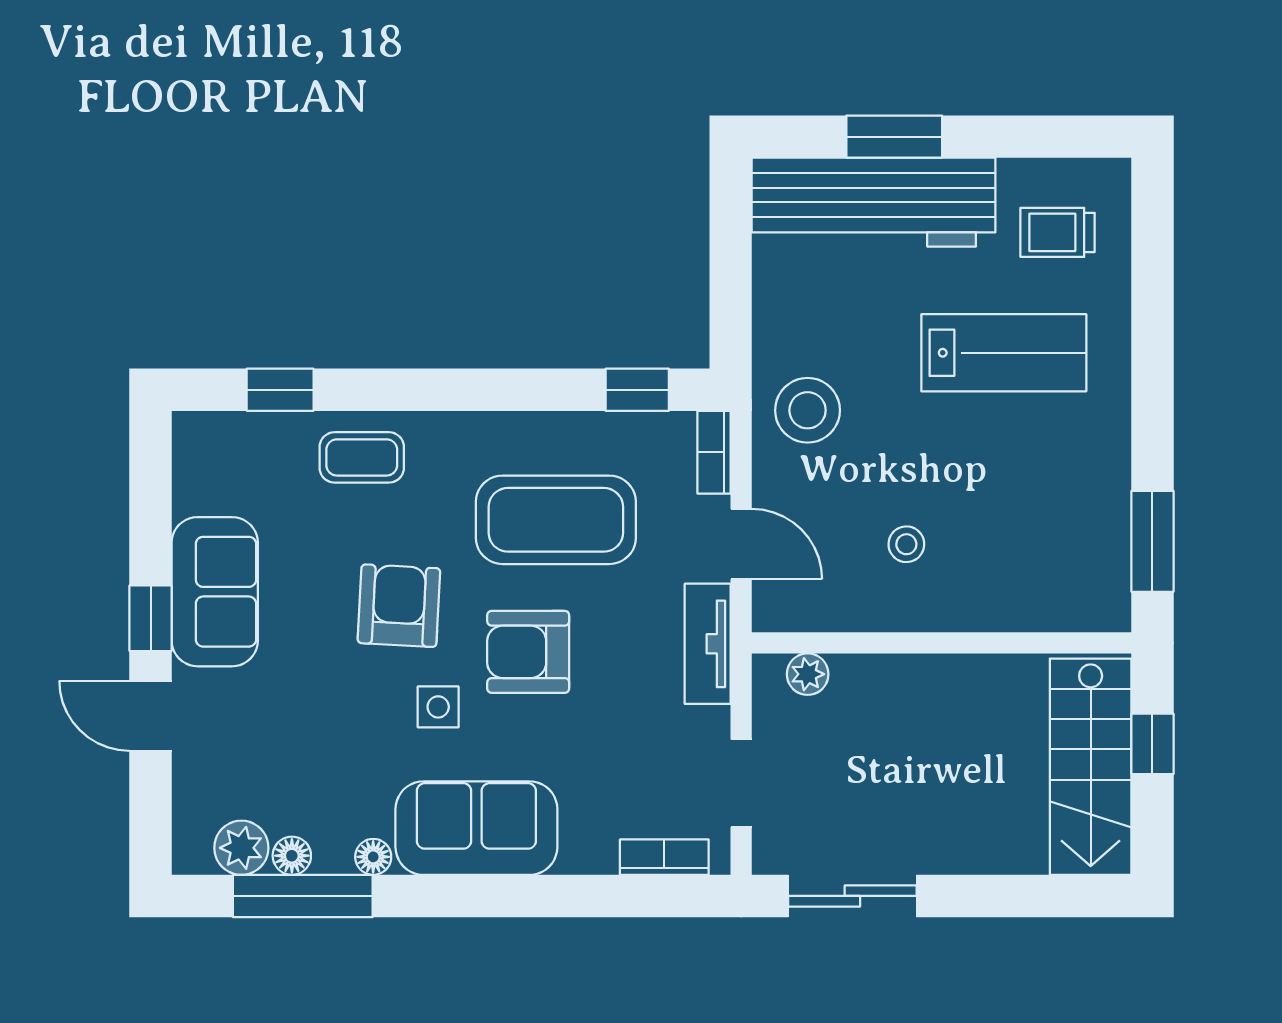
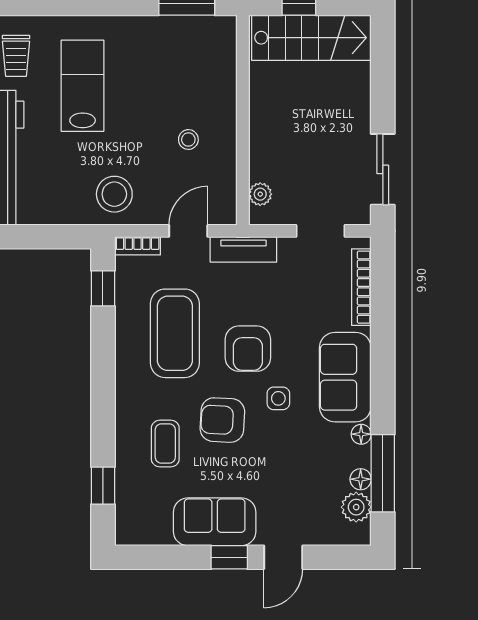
coffee table: (362, 457) -> (165, 444), moved
bookcase: (664, 857) -> (361, 287), width x1.56

